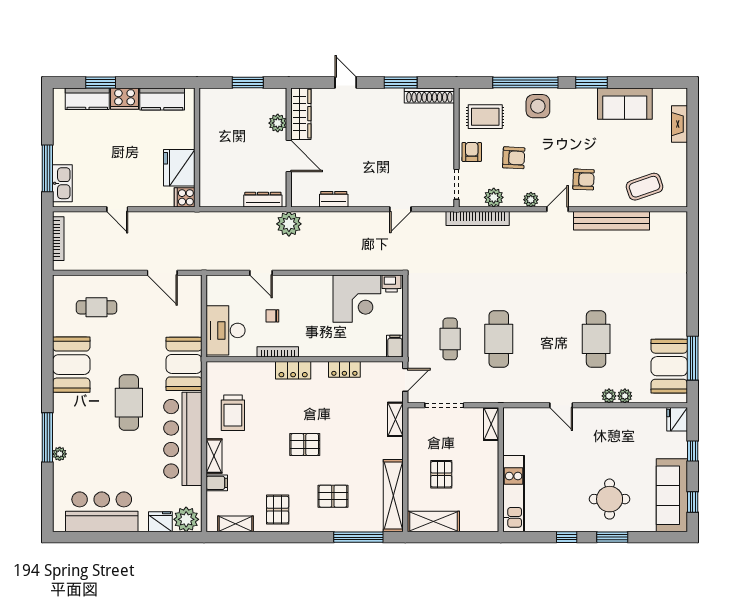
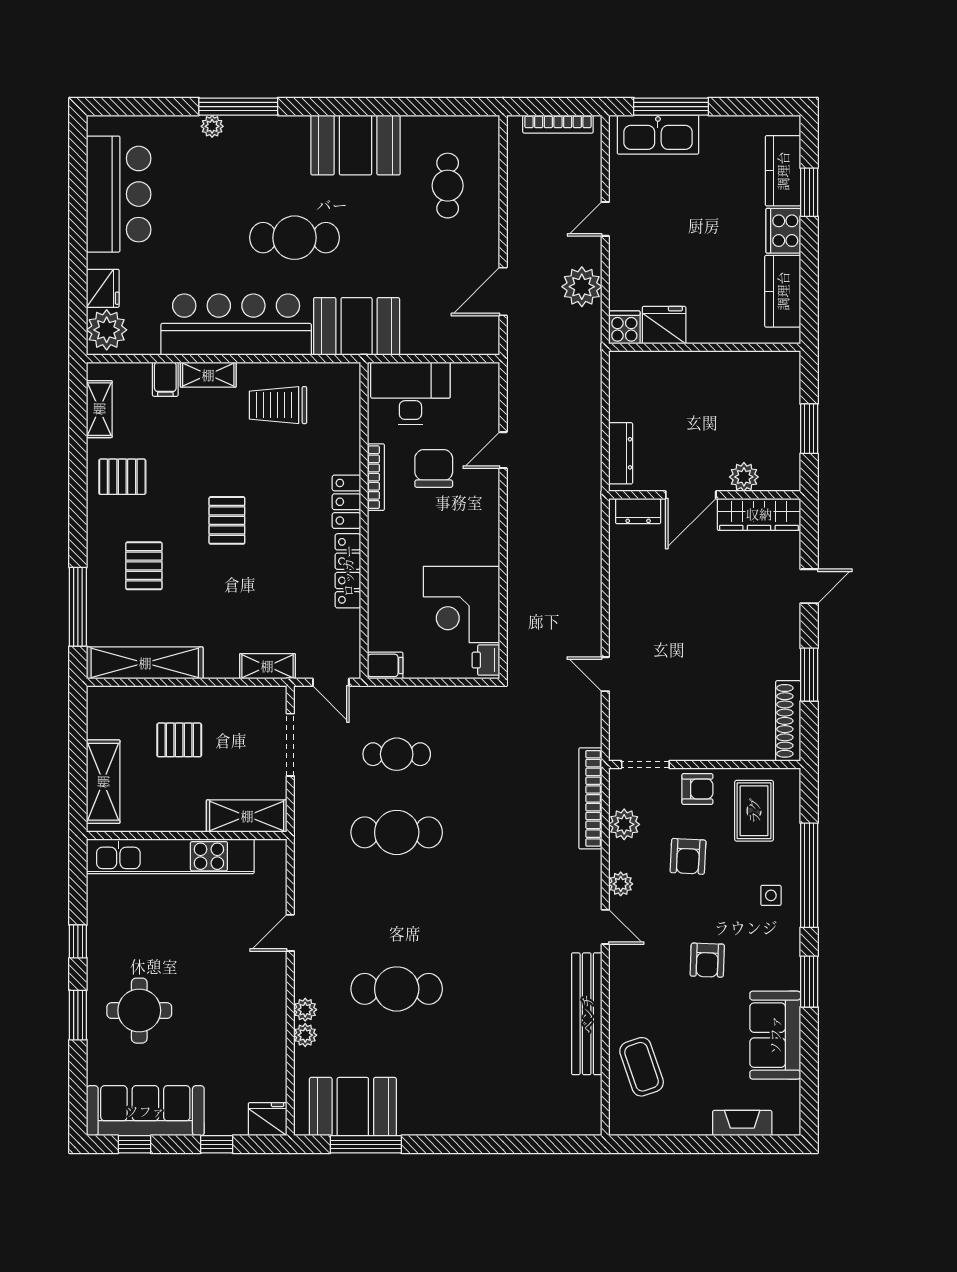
side table: (538, 106) -> (771, 895), width x0.54, depth x0.54
fridge: (179, 168) -> (664, 325), width x0.73, depth x0.75
armchair: (583, 179) -> (707, 960), moved
kitchen sink: (62, 183) -> (658, 135), width x1.36, depth x1.24
dresser: (334, 199) -> (638, 511), moved, turned 90
plant: (289, 224) -> (582, 287), moved
chair: (272, 316) -> (434, 468), width x1.87, depth x1.87
locker: (344, 369) -> (348, 571), width x1.53
shelving: (491, 424) -> (247, 816), width x1.50, depth x1.33
kitchen unit: (514, 494) -> (170, 856), width x1.36
shelving: (433, 522) -> (103, 782), moved

